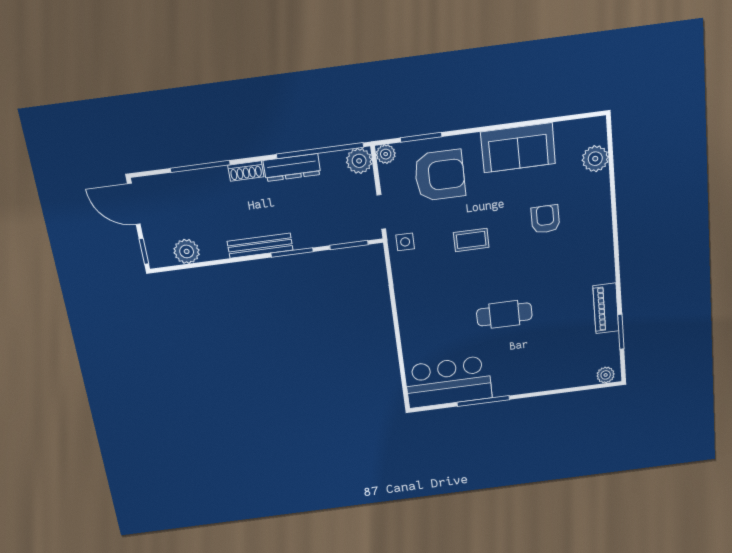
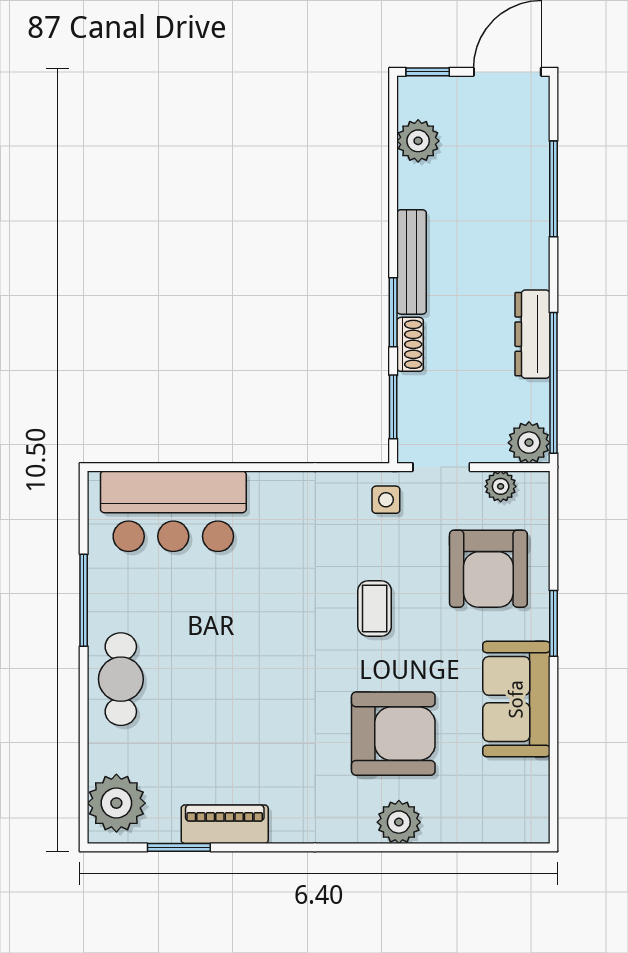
window: (421, 137) -> (553, 623), moved
plant: (386, 154) -> (501, 486), moved
plant: (595, 159) -> (399, 822), moved
shoe rack: (246, 171) -> (410, 344), moved, turned 180
armchair: (545, 219) -> (393, 734), width x1.88, depth x1.88
cafe table: (504, 314) -> (121, 679), moved
plant: (606, 375) -> (116, 803), width x1.88, depth x1.88
bar counter: (448, 382) -> (173, 511), moved, turned 90

